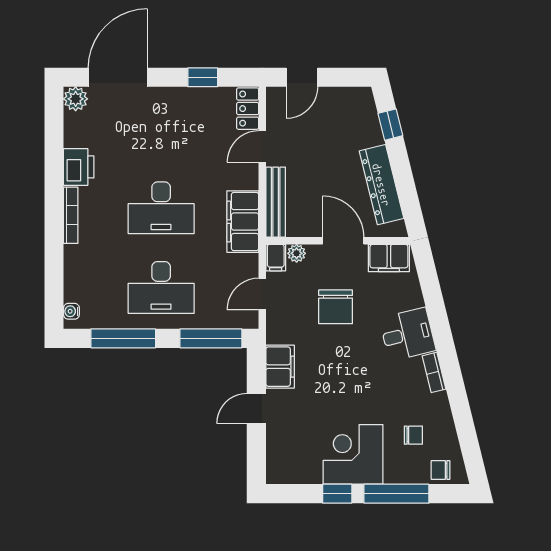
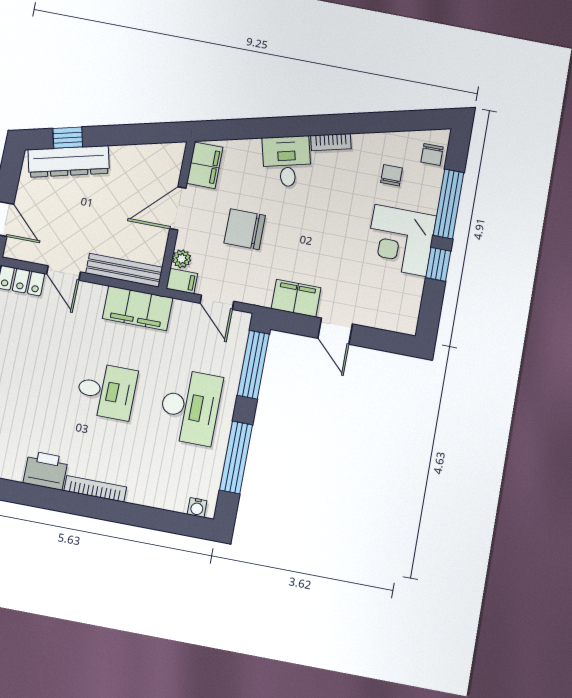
dresser: (381, 185) -> (69, 161), moved
desk: (161, 208) -> (106, 391), width x0.73
chair: (336, 307) -> (245, 229), turned 180

